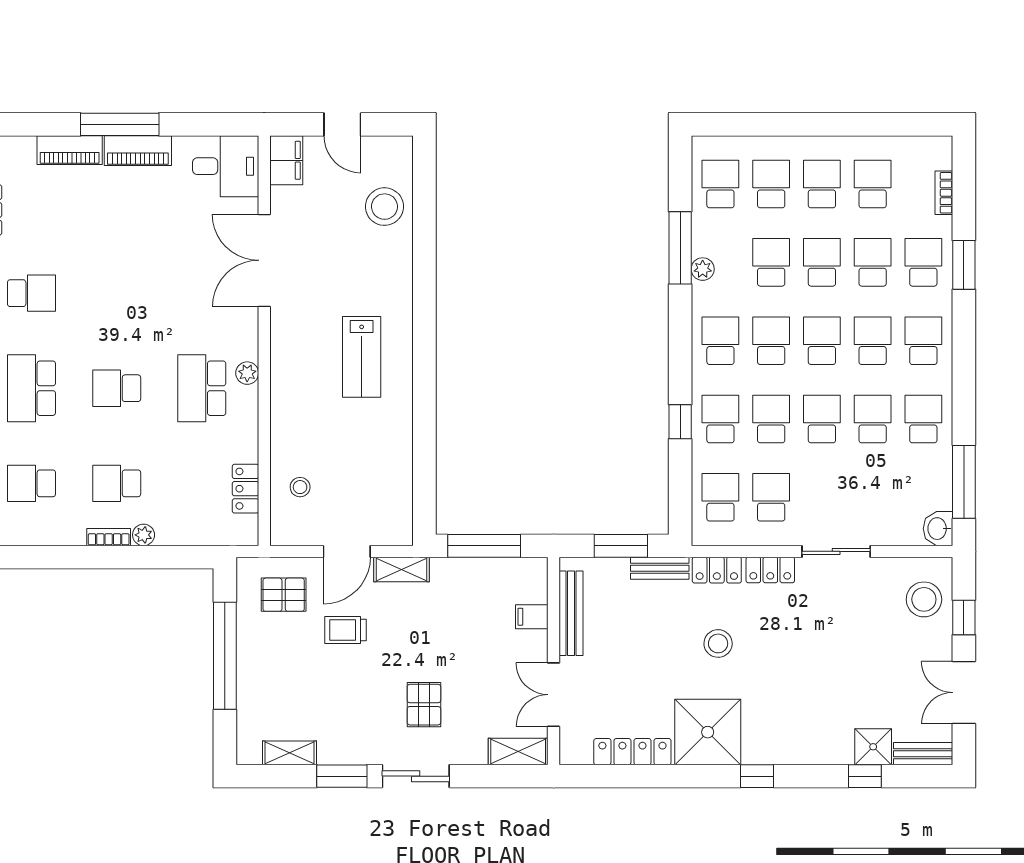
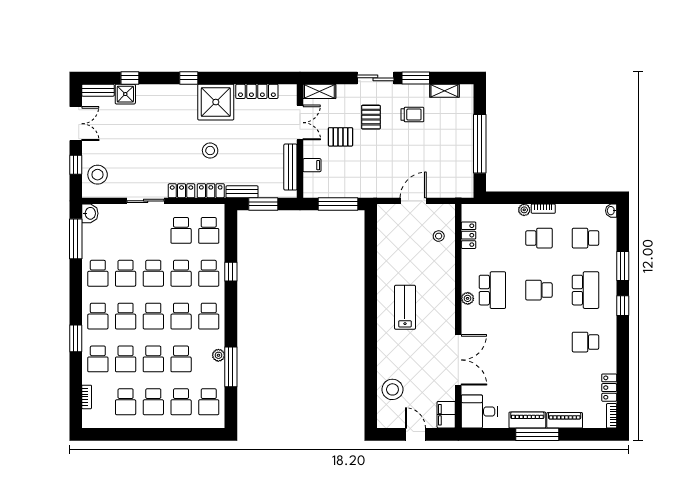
window: (964, 265) -> (76, 338), moved
school desk: (117, 388) -> (539, 290), turned 180
school desk: (31, 483) -> (586, 238), turned 180
shelving: (401, 570) -> (383, 191), removed
pallet: (284, 595) -> (340, 137), moved
trolley: (345, 630) -> (412, 115), moved

